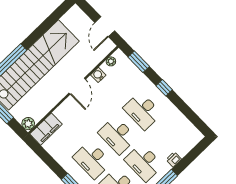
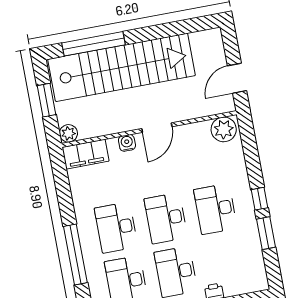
plant: (111, 61) -> (224, 129), width x1.88, depth x1.88
window: (139, 62) -> (266, 233), moved
water cooler: (98, 75) -> (127, 143), moved

